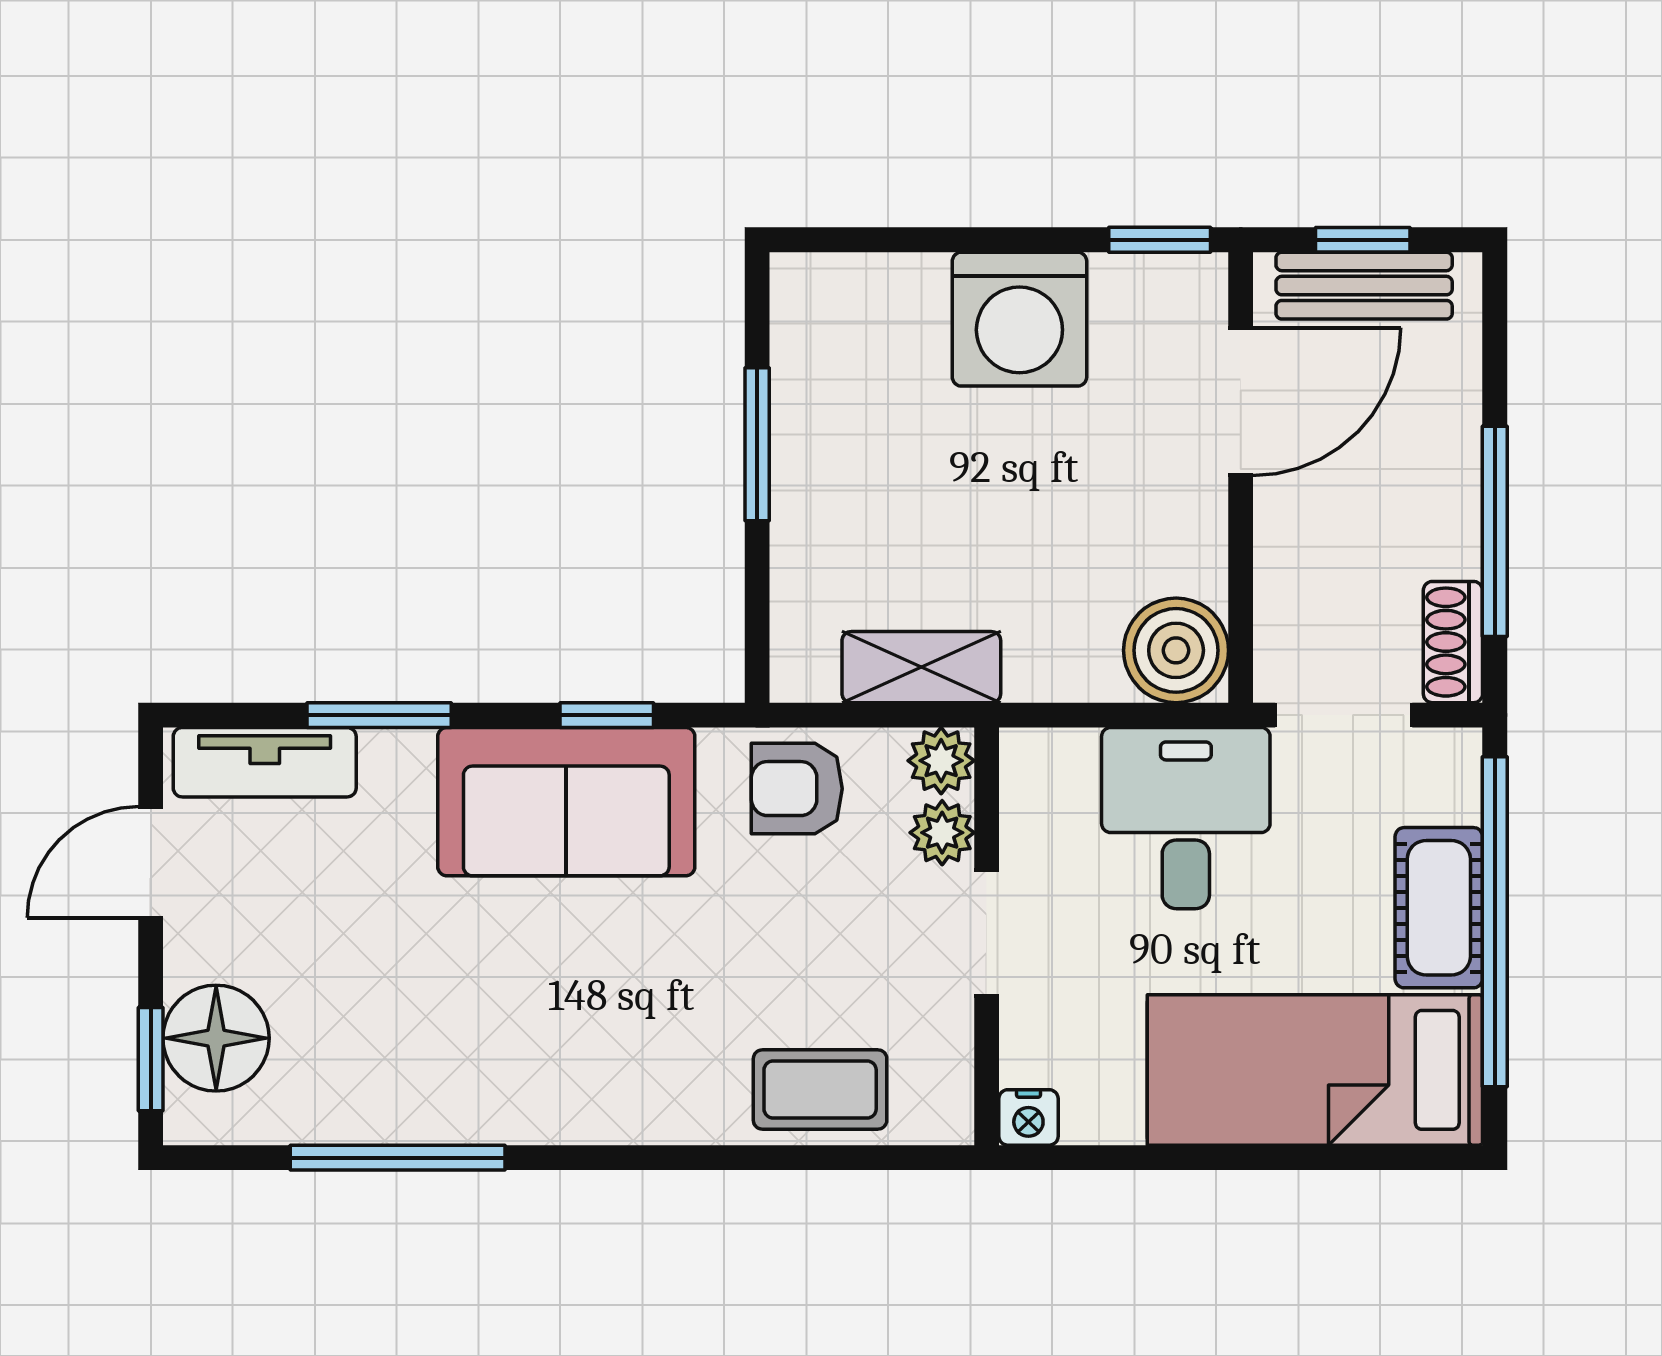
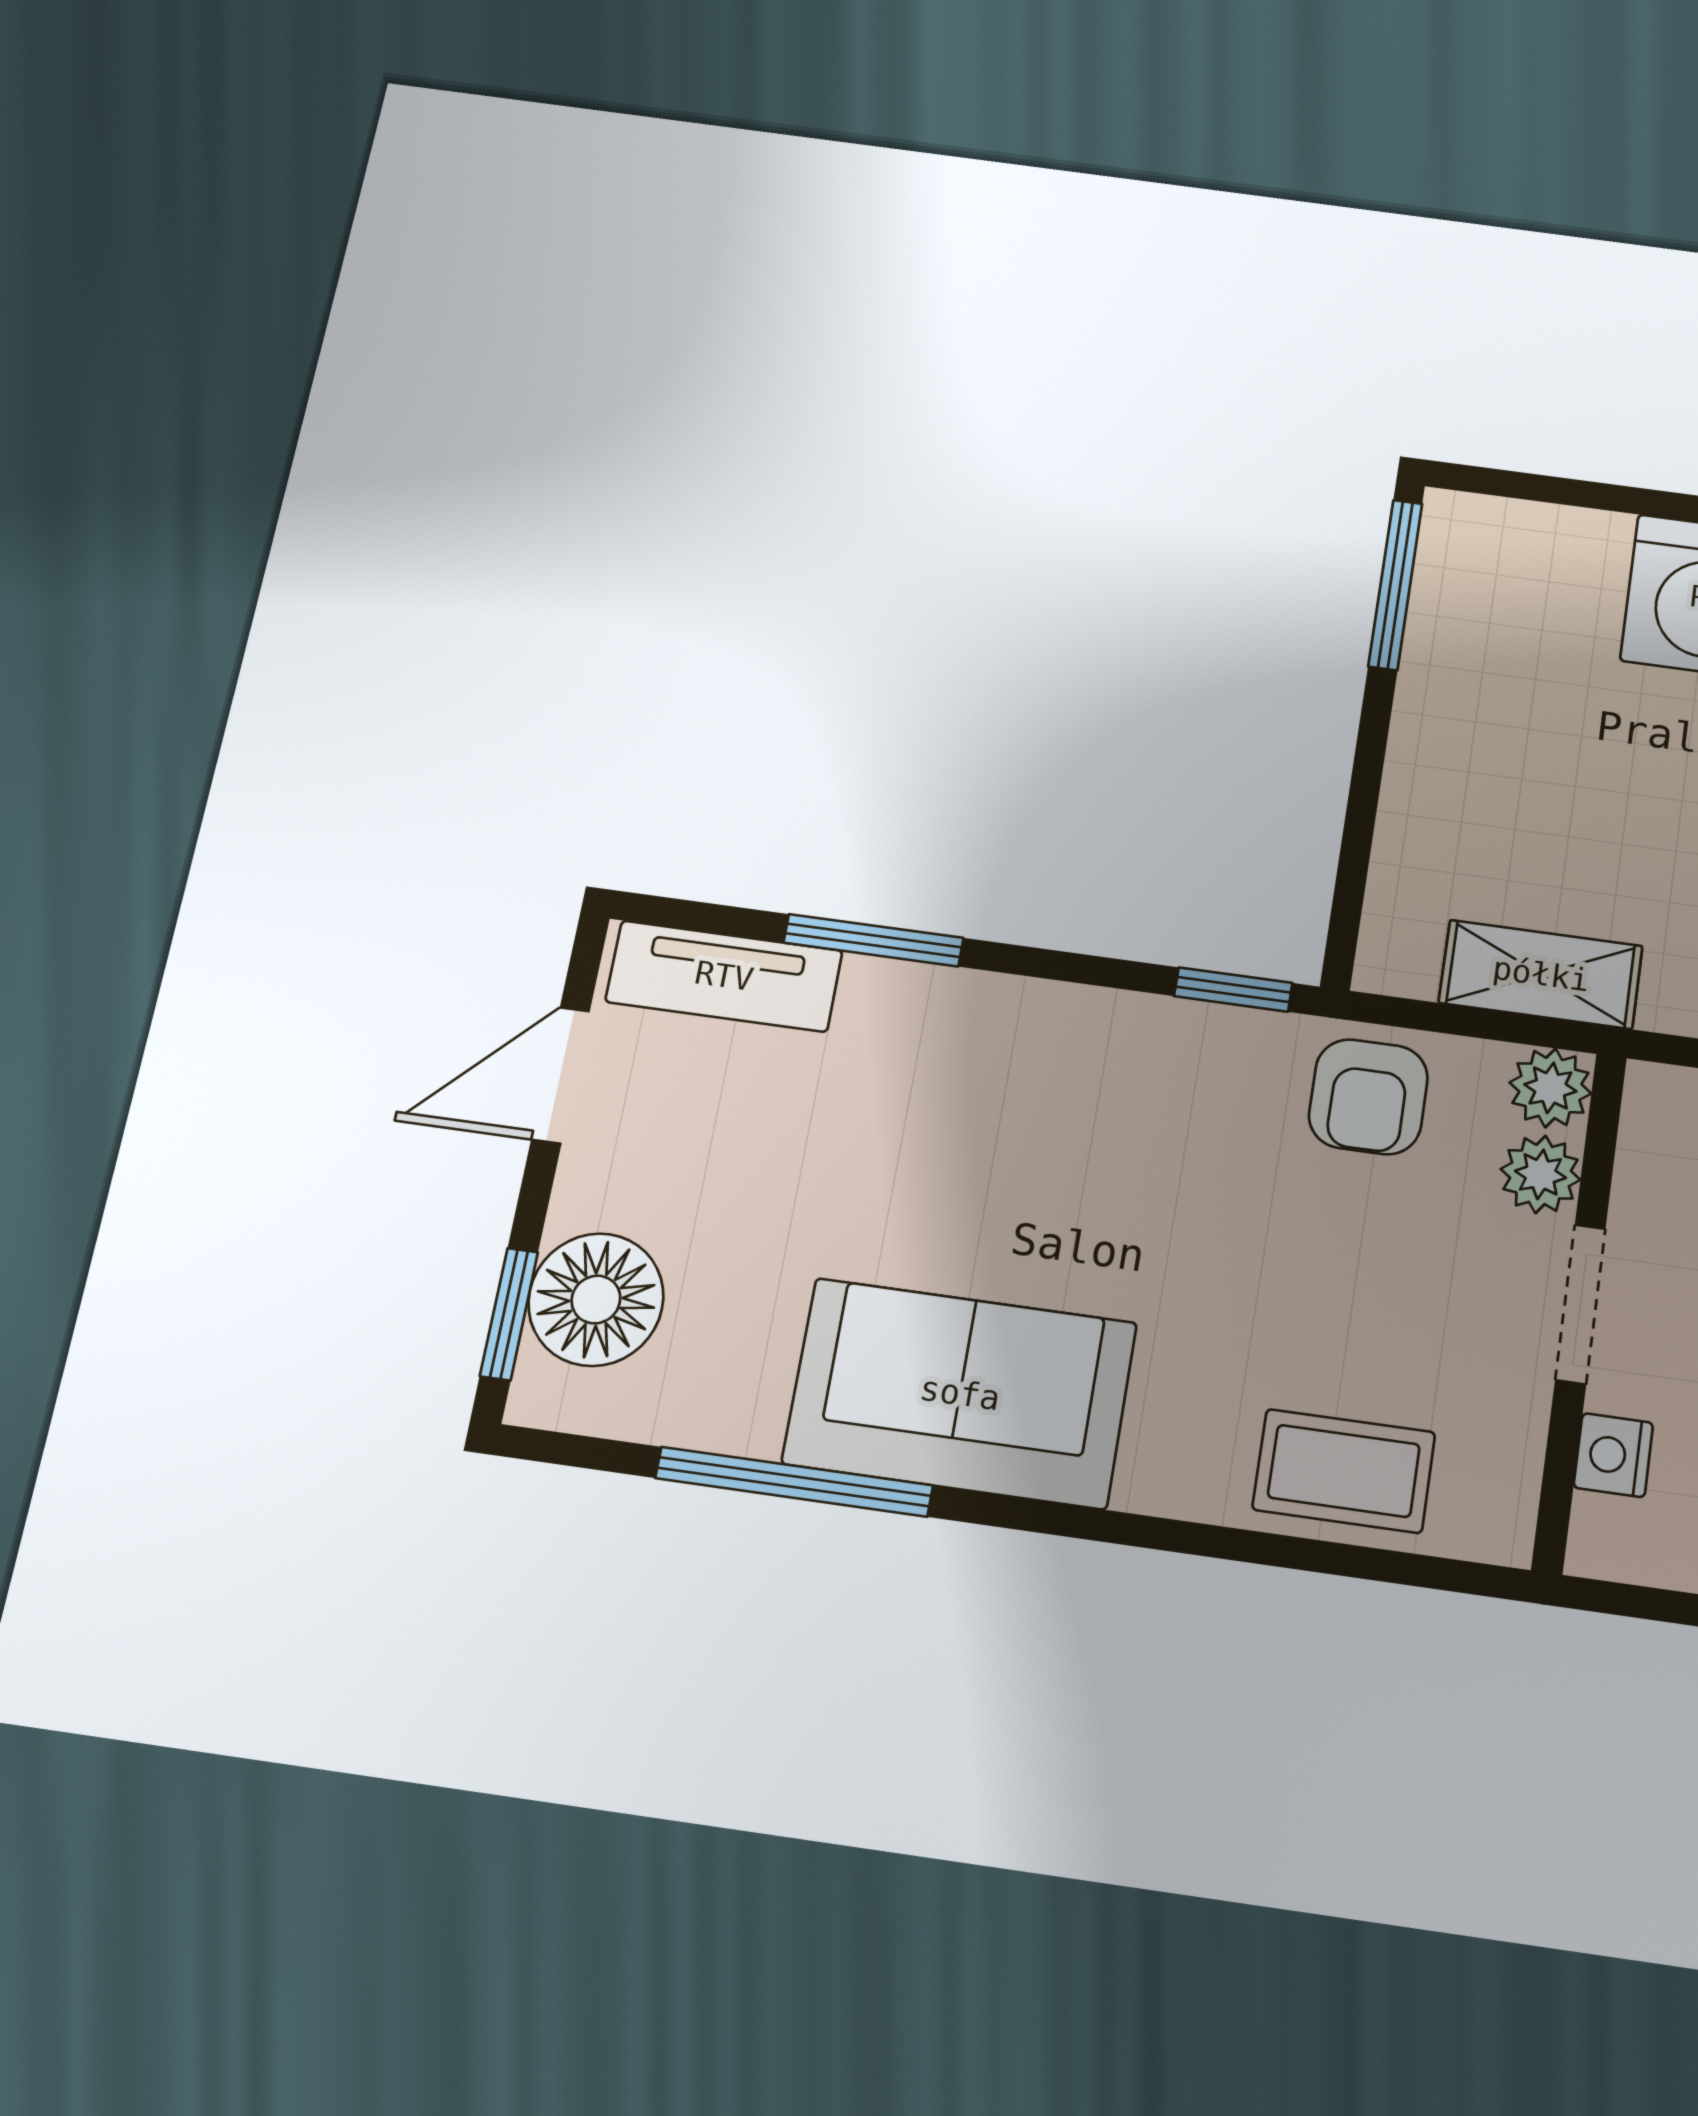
window: (757, 444) -> (1395, 585), moved
window: (607, 715) -> (1233, 990), moved
armchair: (797, 789) -> (1368, 1097), turned -90
sofa: (566, 802) -> (960, 1393), moved, turned 180
nightstand: (1028, 1117) -> (1613, 1455), moved, turned 90

